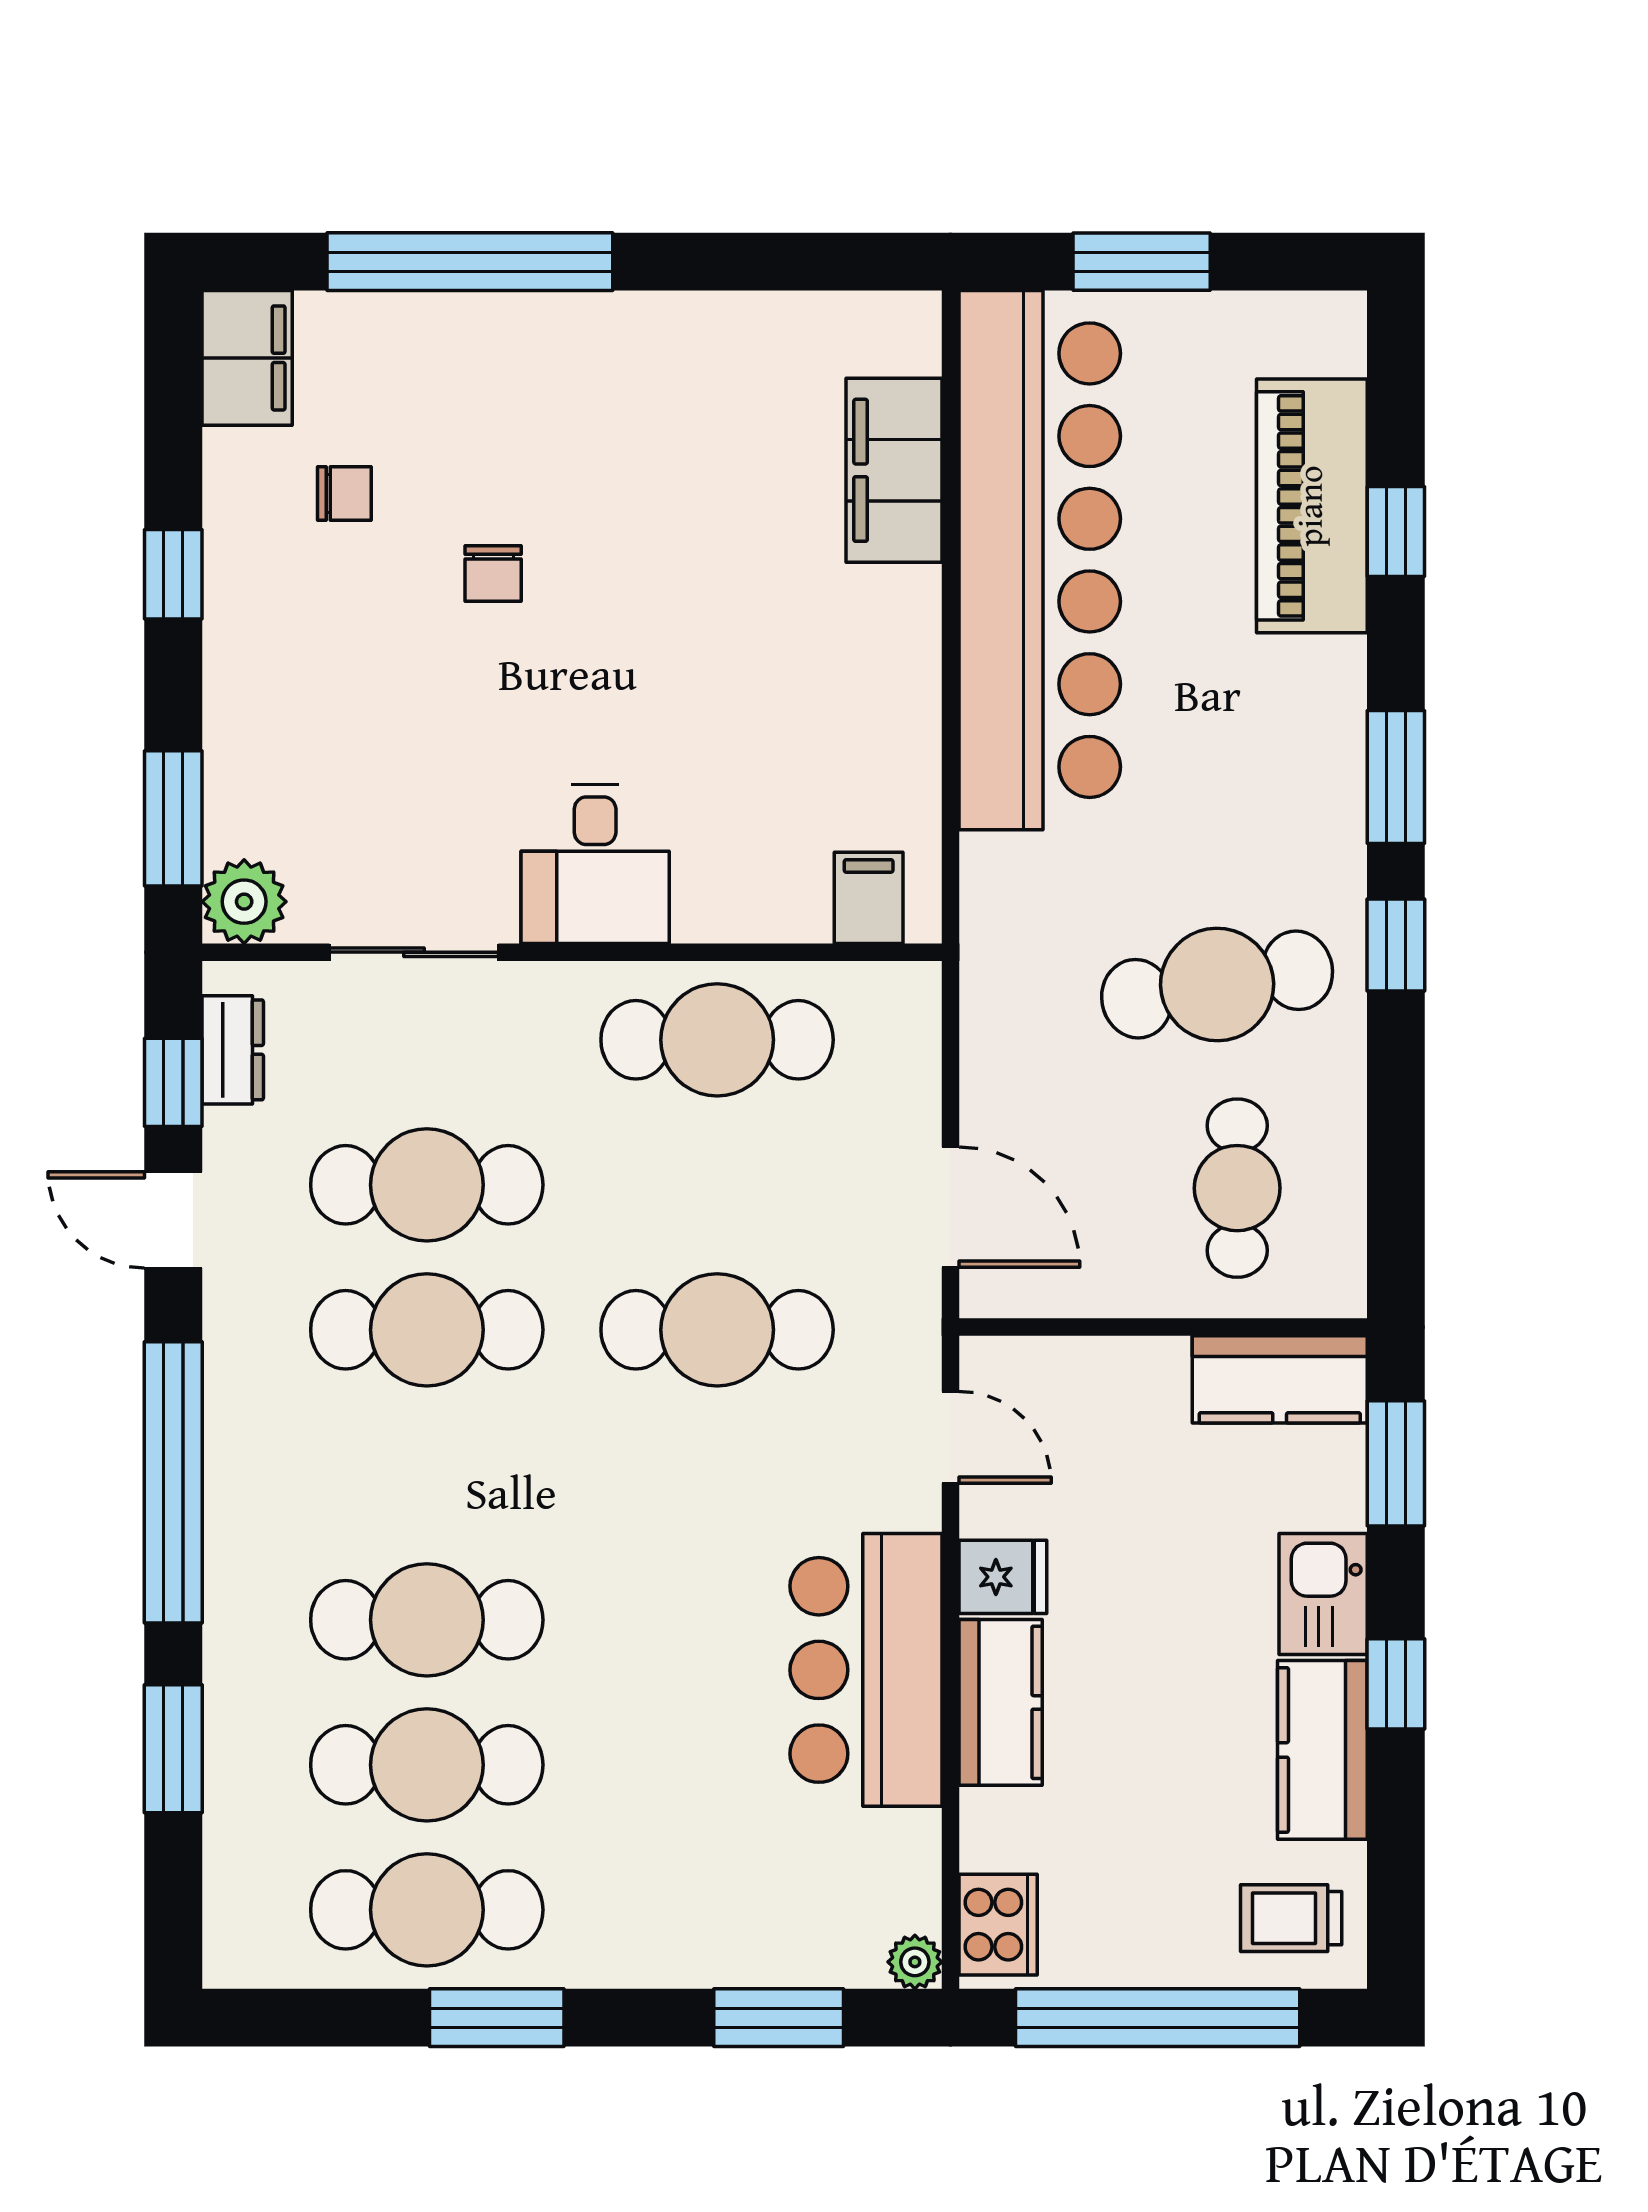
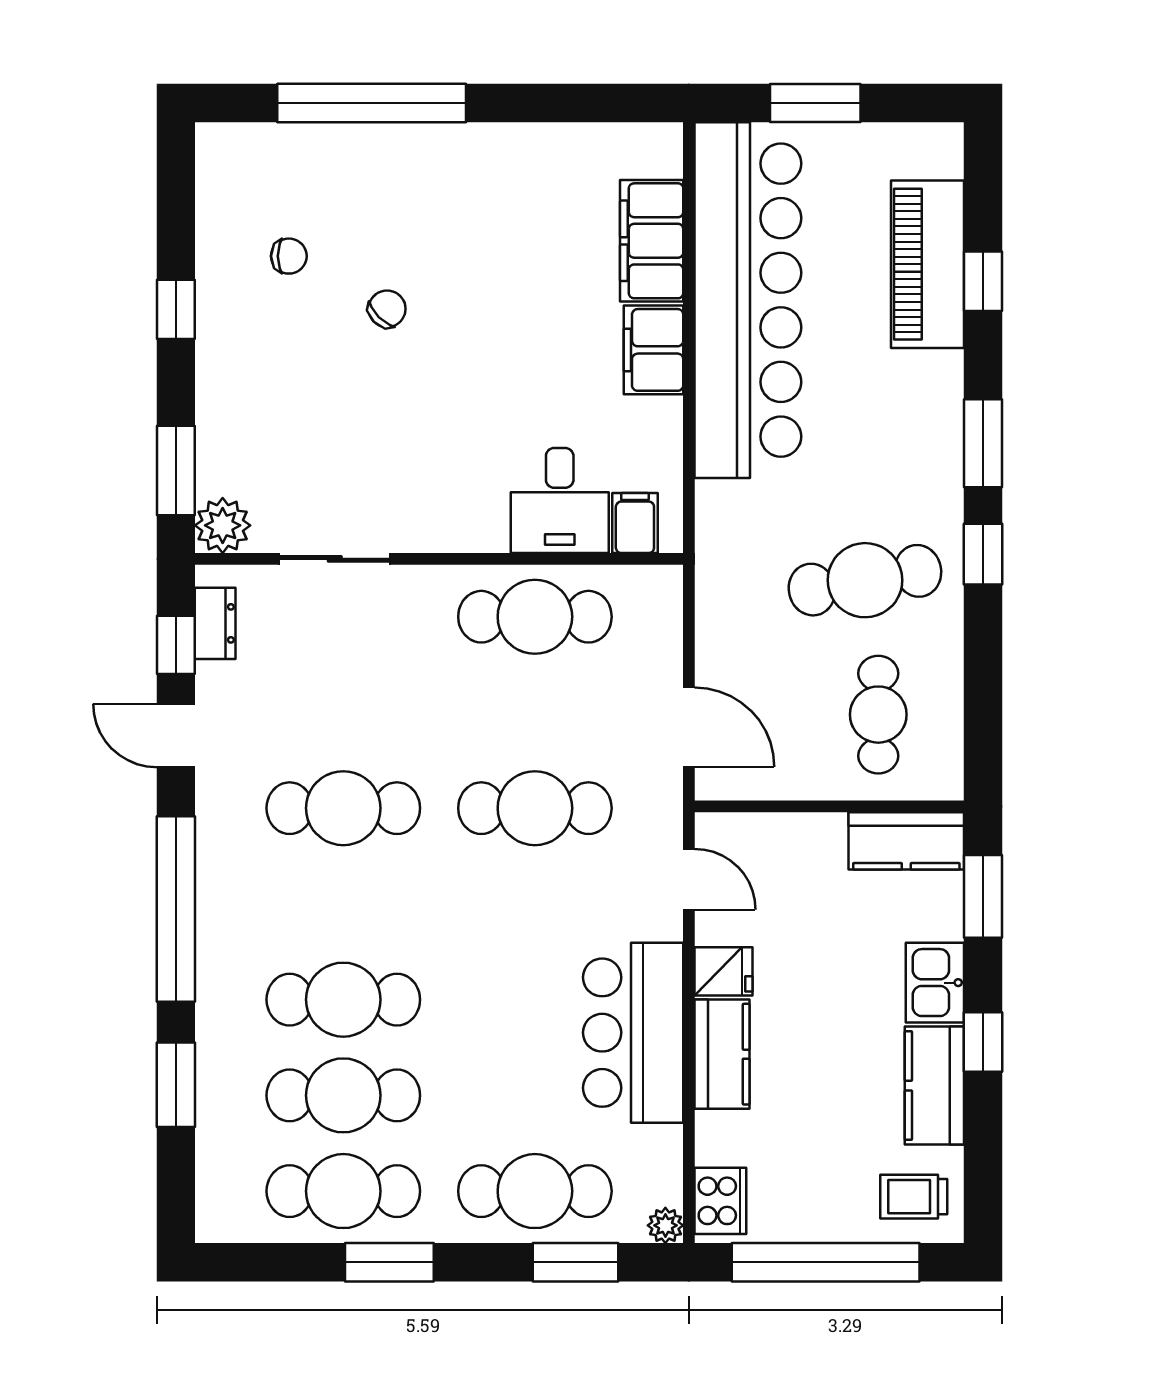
filing cabinet: (247, 358) -> (654, 350), moved, turned 180
chair: (493, 573) -> (387, 309), turned -135
desk: (595, 864) -> (560, 501), moved
cafe table: (427, 1185) -> (535, 1191), moved

